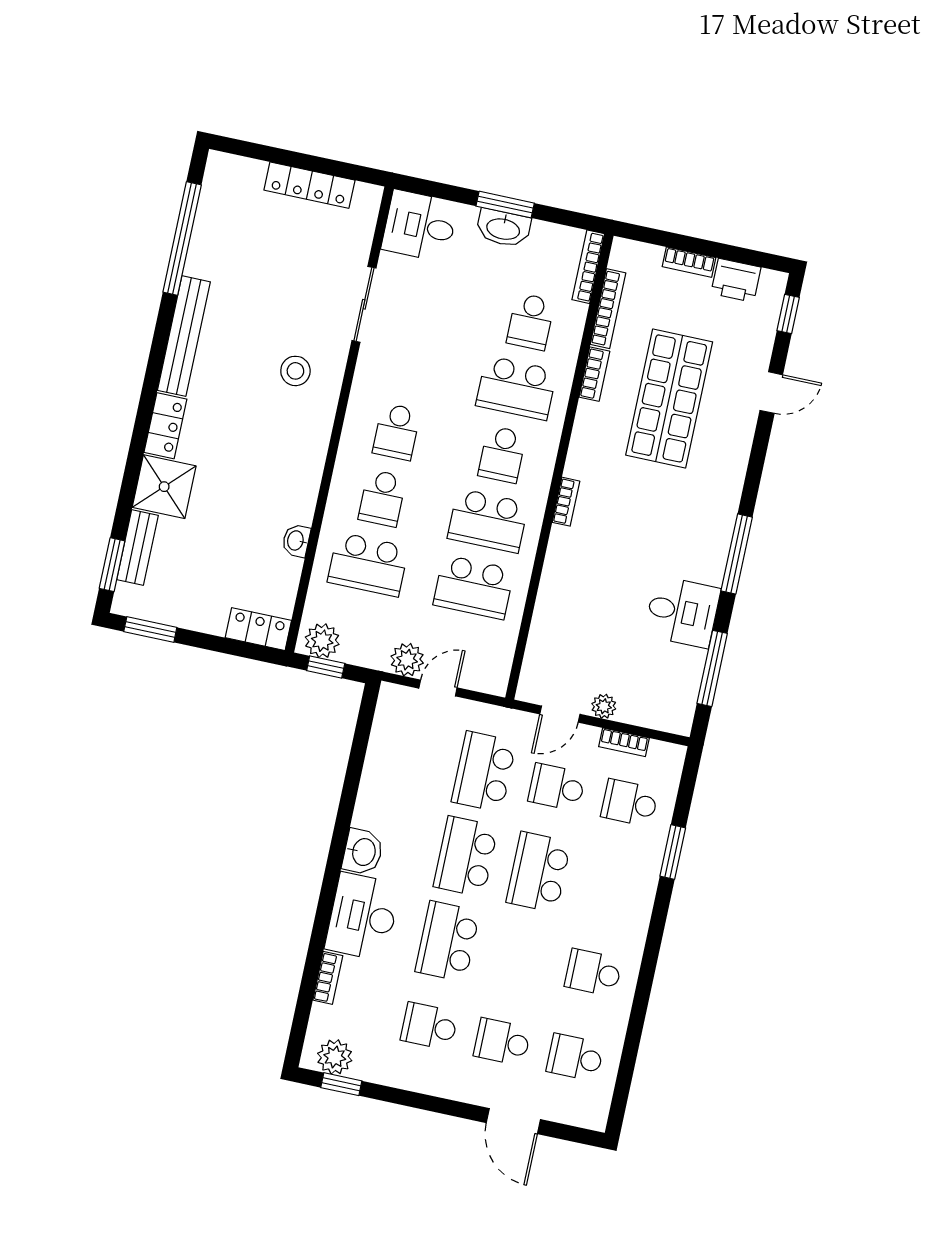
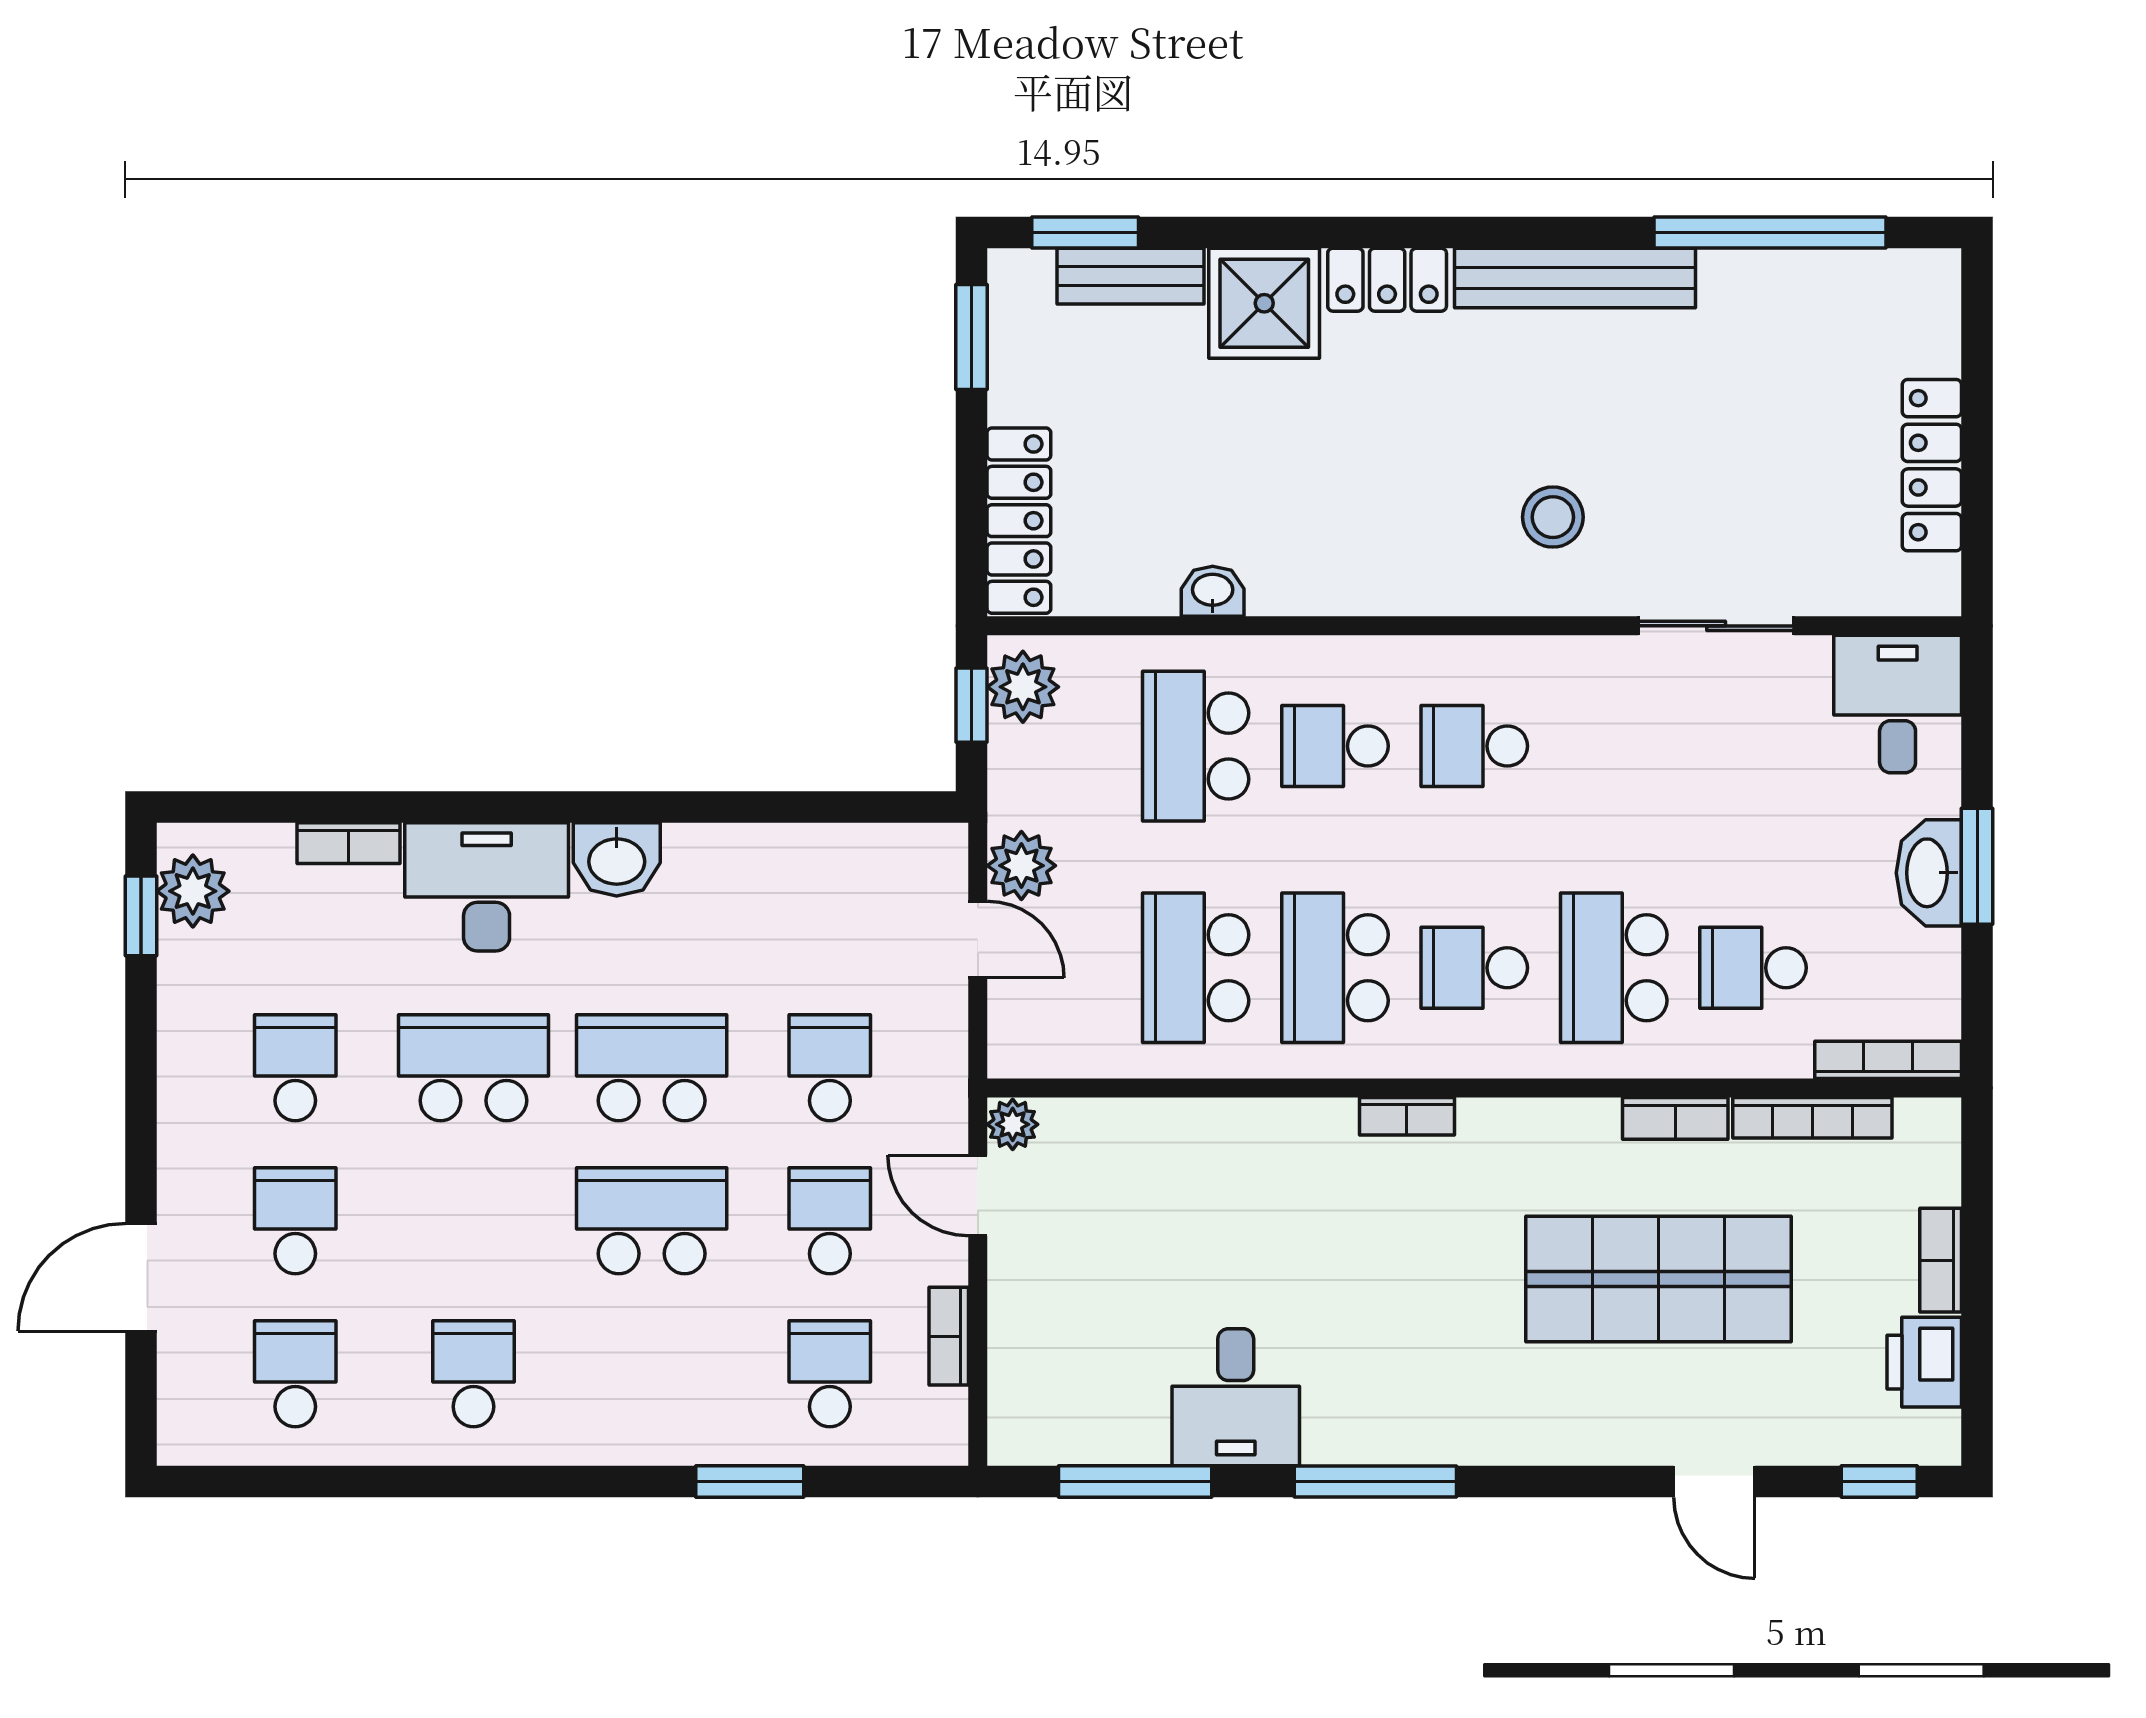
locker: (258, 629) -> (1019, 521), width x1.53
plant: (604, 706) -> (1013, 1124), moved
school desk: (484, 772) -> (830, 1068), width x0.54

